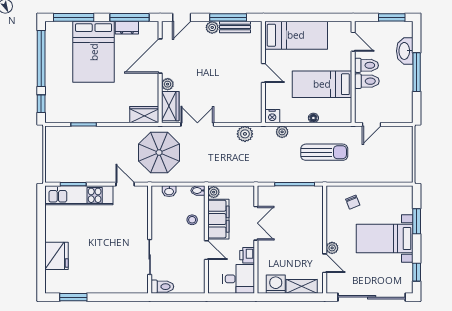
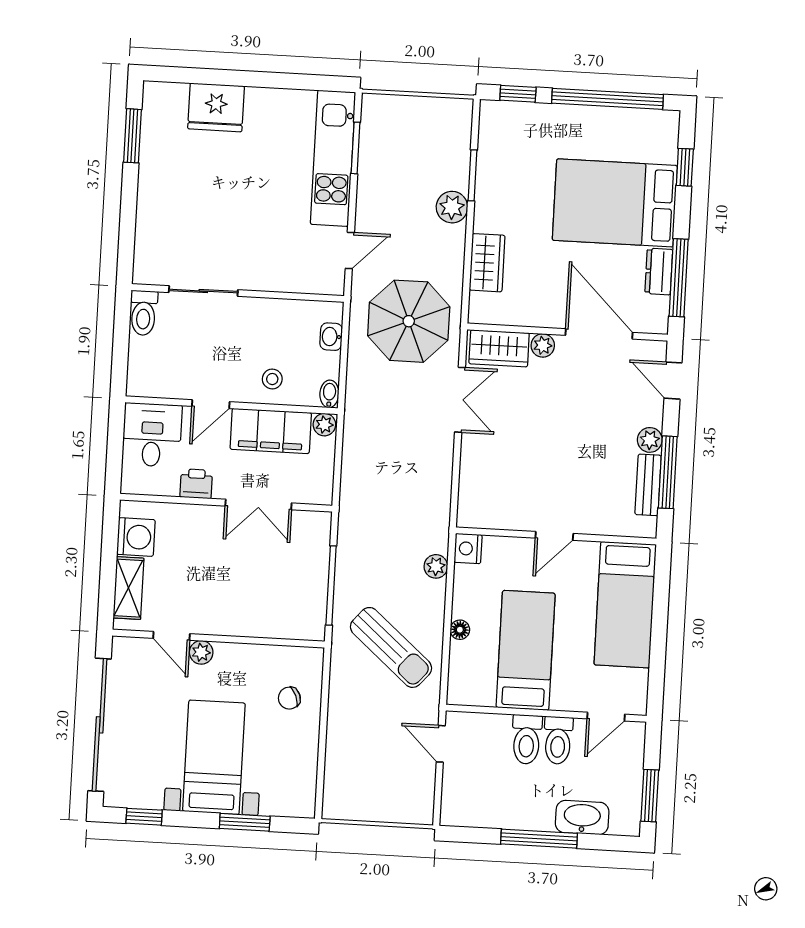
window: (74, 17) -> (685, 167), width x0.46
wardrobe: (144, 115) -> (487, 263), moved
plant: (245, 134) -> (452, 207), moved
sun lounger: (324, 152) -> (391, 647), turned -49
door: (325, 263) -> (172, 636), hinge flipped
desk: (239, 279) -> (152, 435), moved, turned 180

